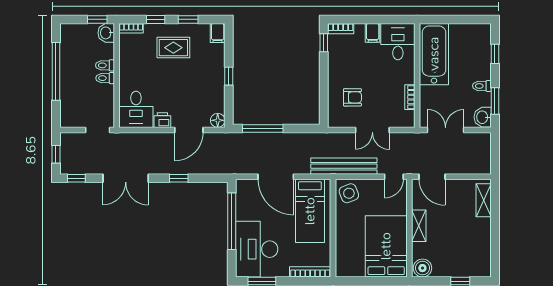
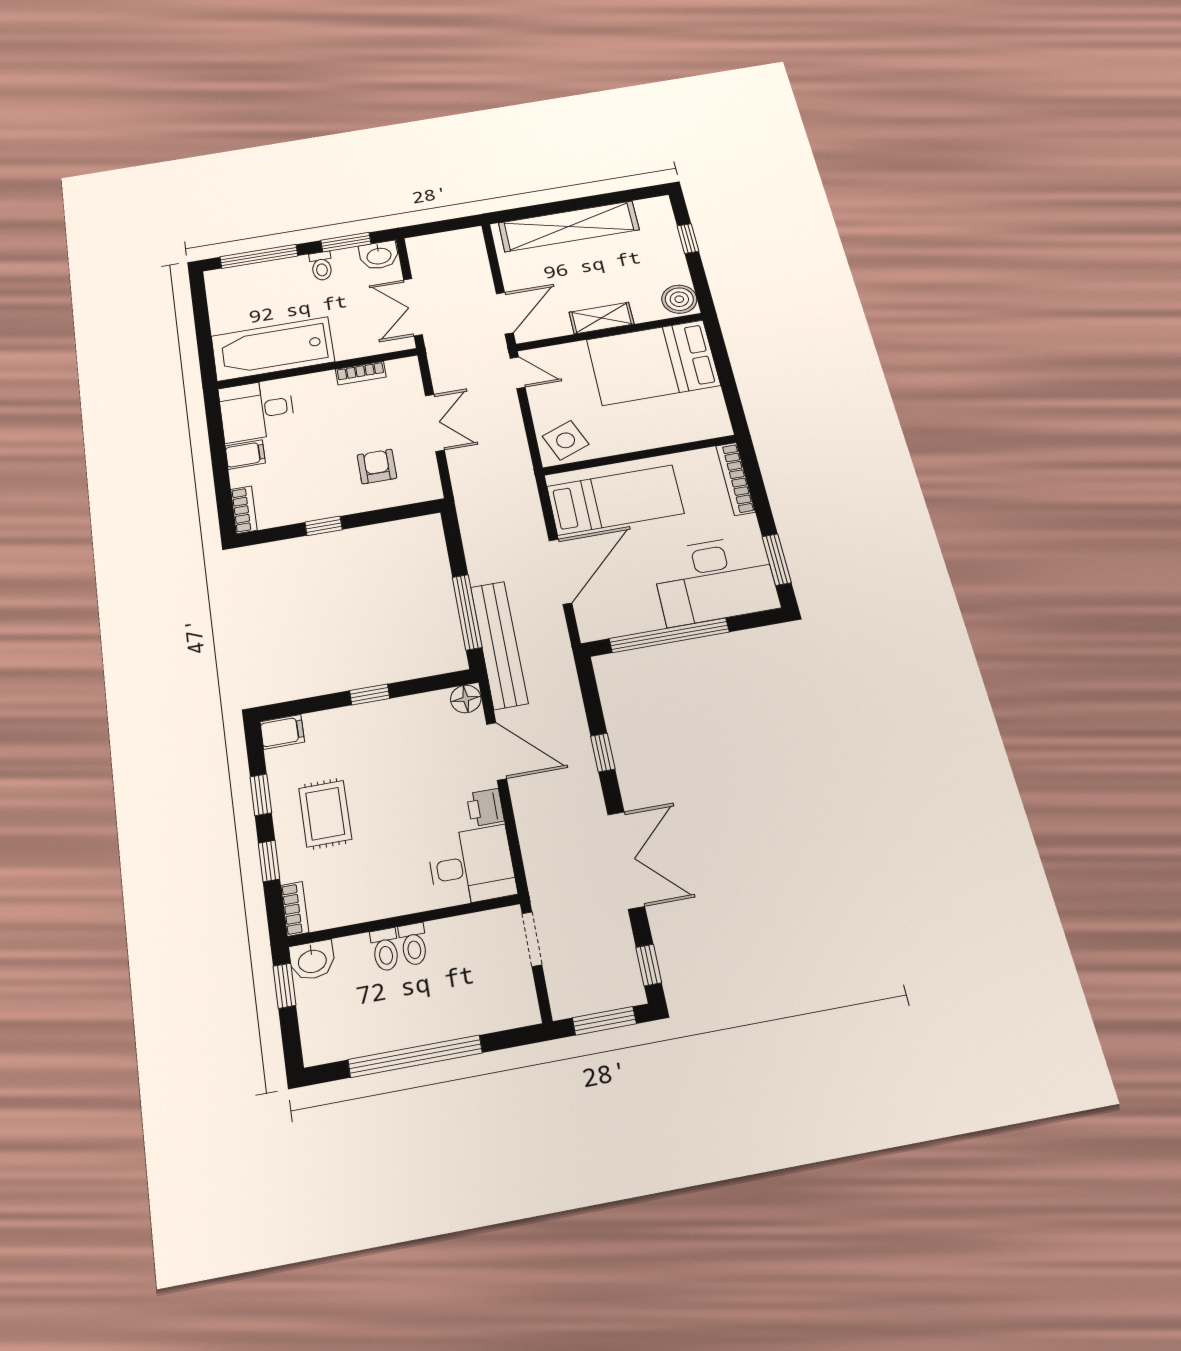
window: (324, 43) -> (324, 526), moved
window: (495, 54) -> (259, 256), width x2.17
window: (56, 154) -> (604, 1021), width x1.50
bench: (344, 166) -> (499, 645), moved
shelving: (484, 200) -> (569, 226), width x2.20, depth x1.33

